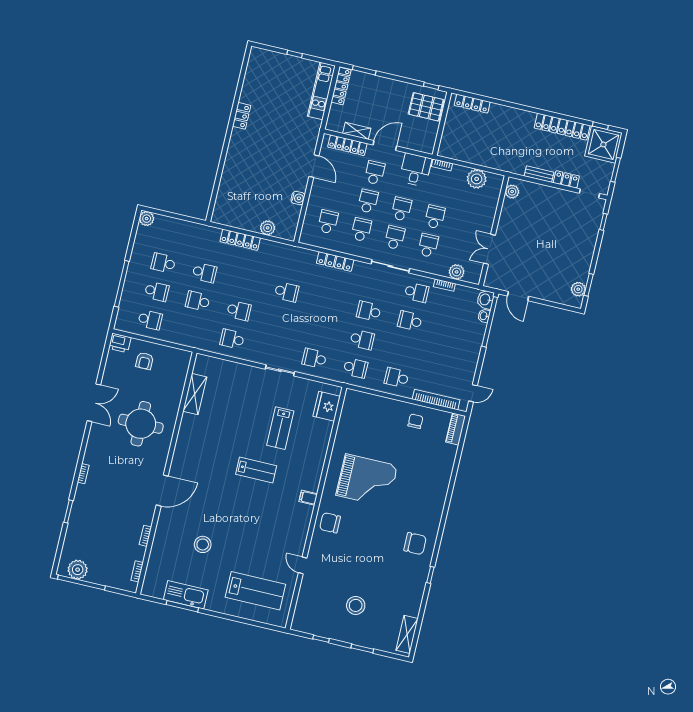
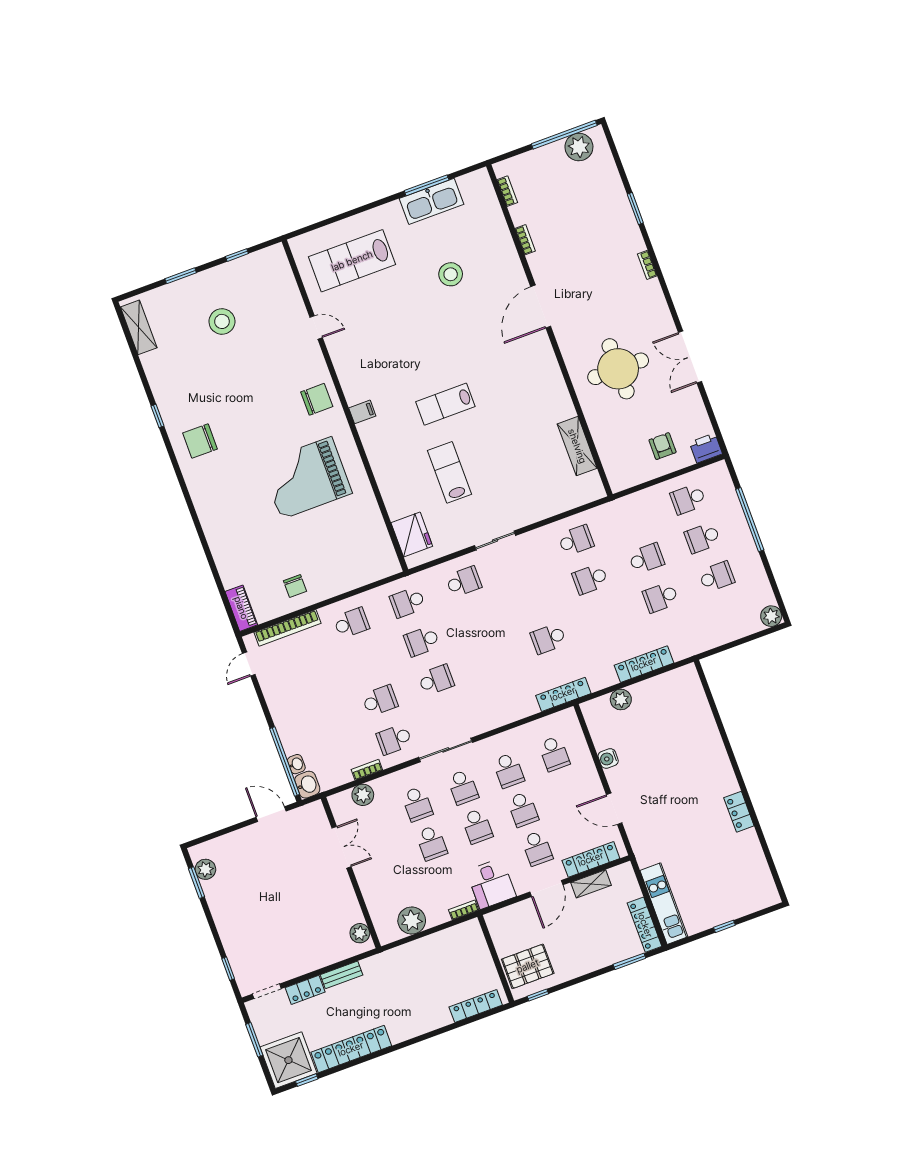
locker: (335, 262) -> (563, 694), moved

